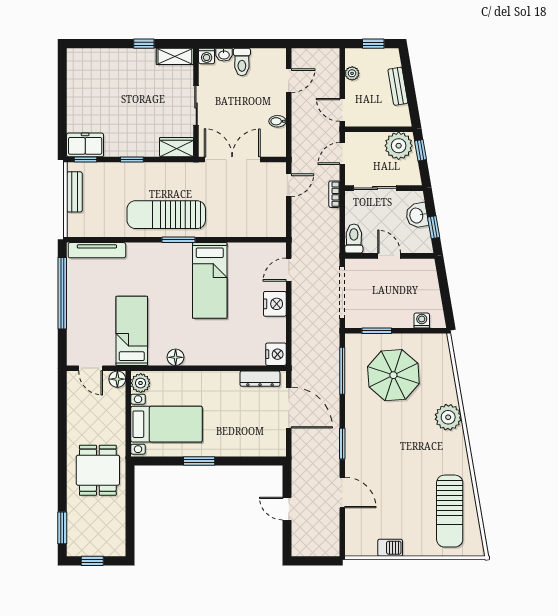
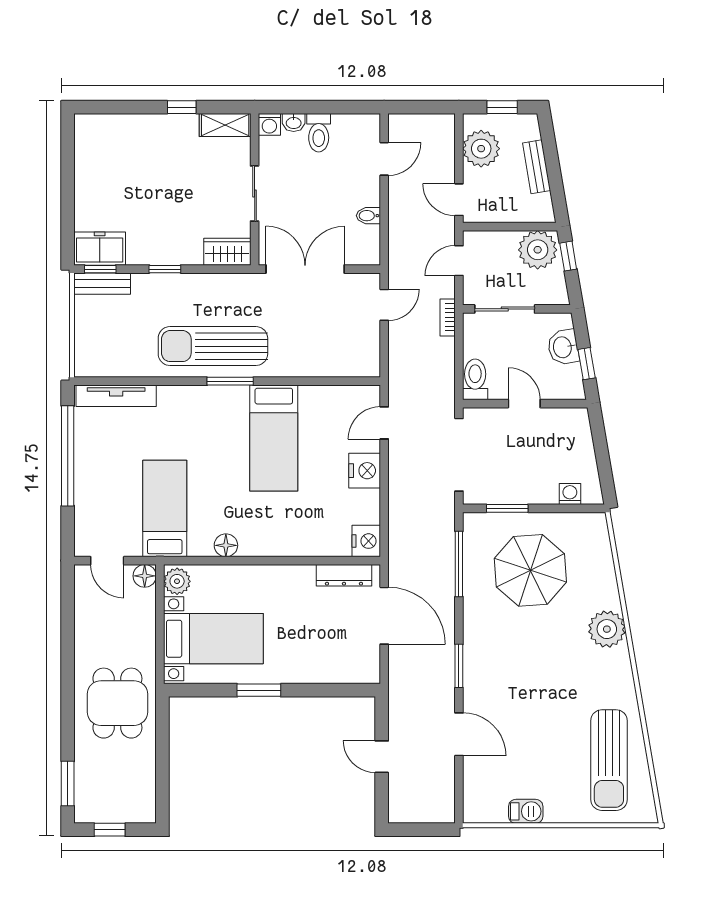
plant: (352, 73) -> (481, 149), width x1.88, depth x1.88
bench: (74, 192) -> (102, 284), moved, turned 90

